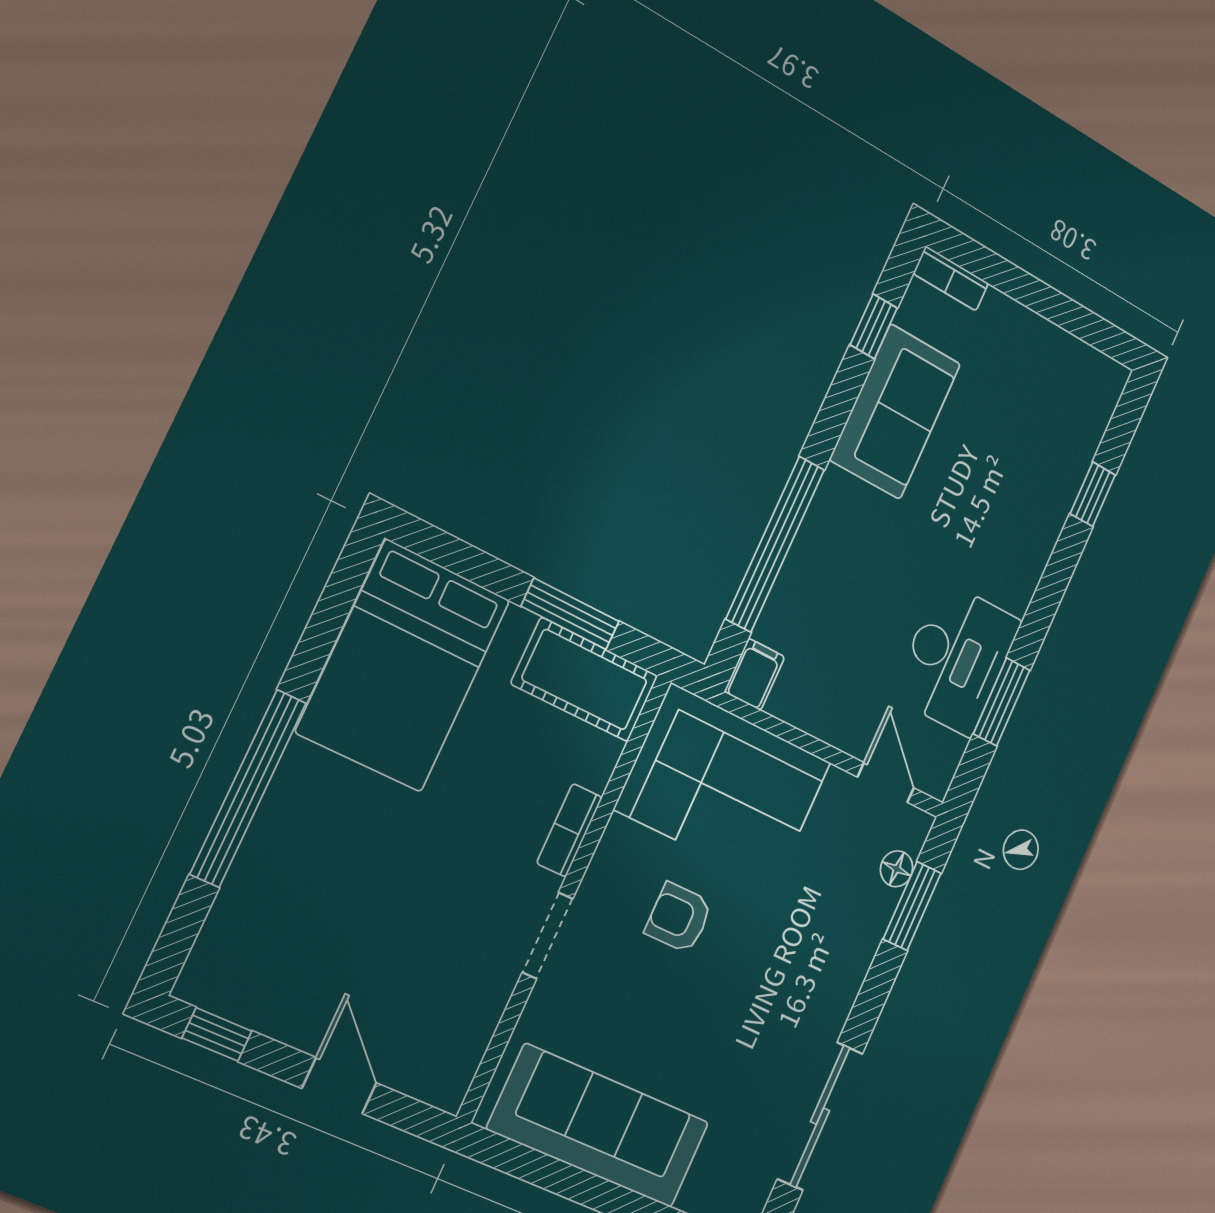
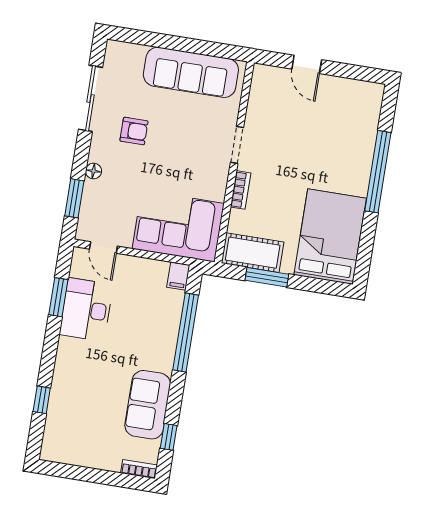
floor lamp: (897, 869) -> (93, 171), moved
armchair: (679, 918) -> (134, 131), moved
window: (217, 1034) -> (362, 73), removed

